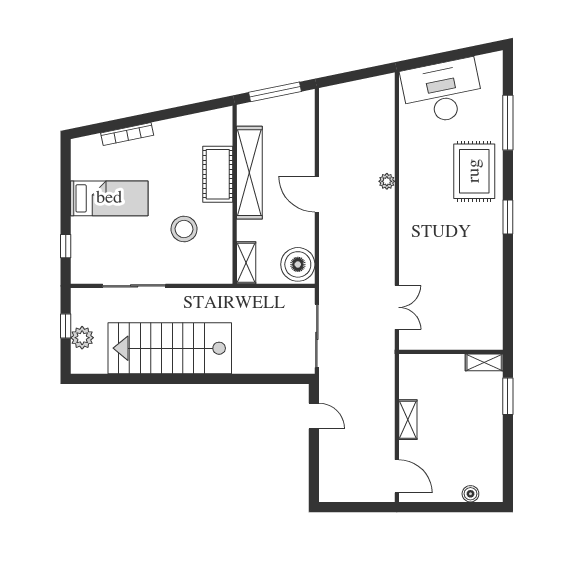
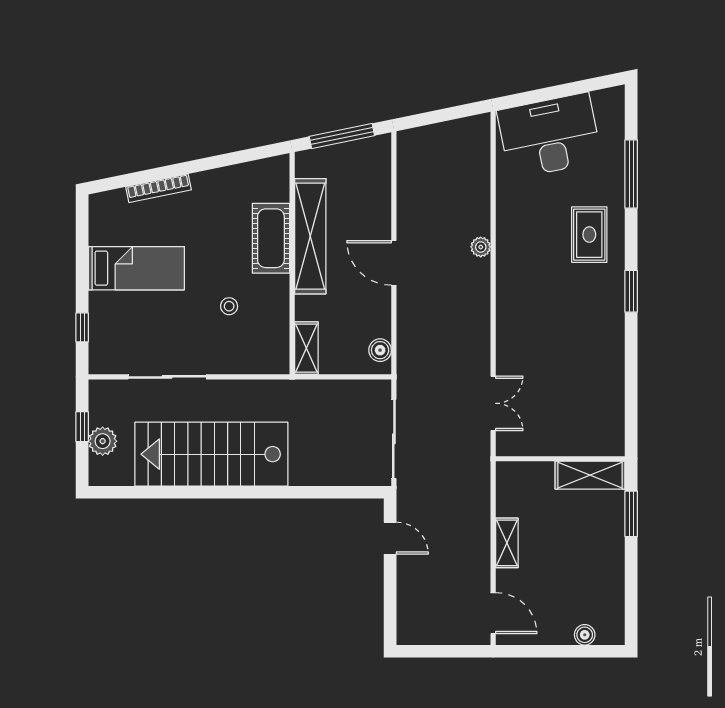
rug: (474, 171) -> (589, 235), width x0.73, depth x0.70
stool: (184, 229) -> (229, 306), width x0.53, depth x0.53
boiler: (298, 264) -> (380, 350), width x0.54, depth x0.54
shelving: (484, 362) -> (590, 475), width x1.50, depth x1.33

